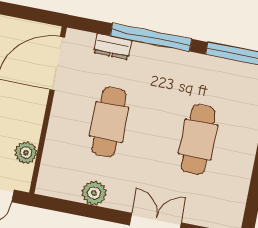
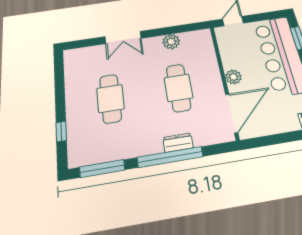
dresser: (112, 47) -> (178, 143), moved
plant: (26, 153) -> (233, 77), moved

